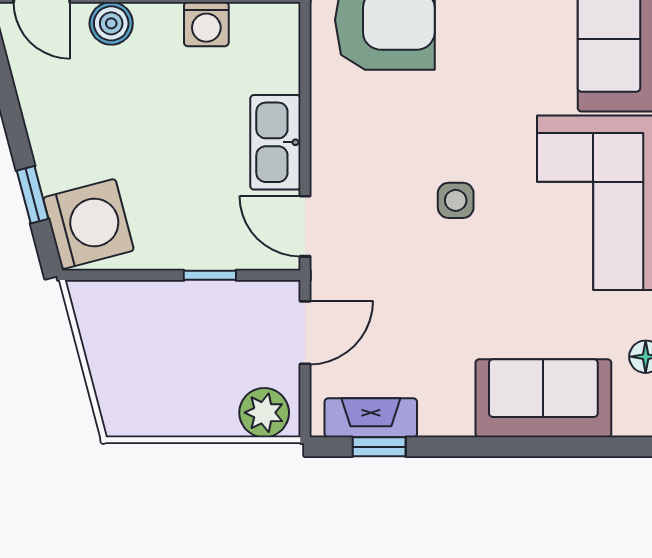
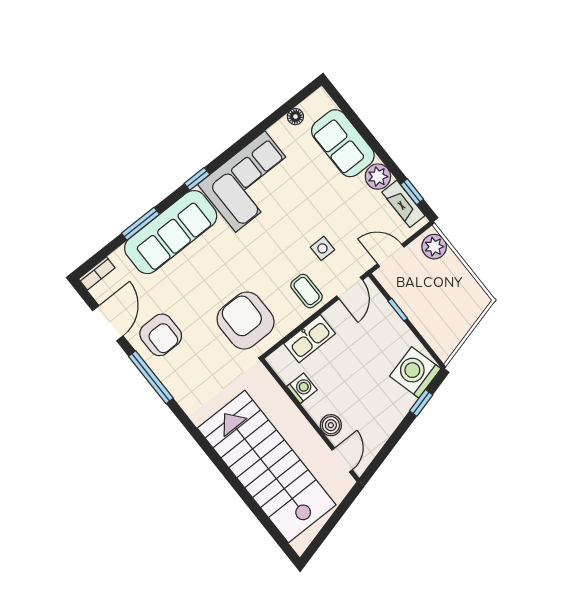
kitchen sink: (275, 142) -> (310, 339), moved
coffee table: (355, 154) -> (307, 291), added
side table: (456, 200) -> (322, 248), moved
plant: (446, 412) -> (378, 177), added

